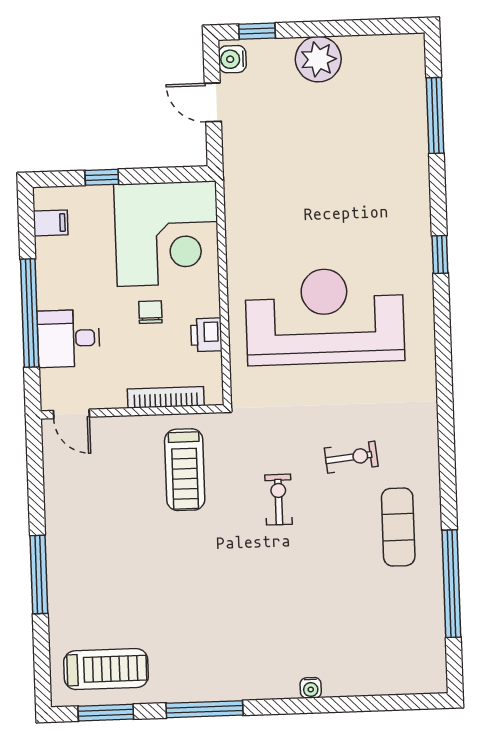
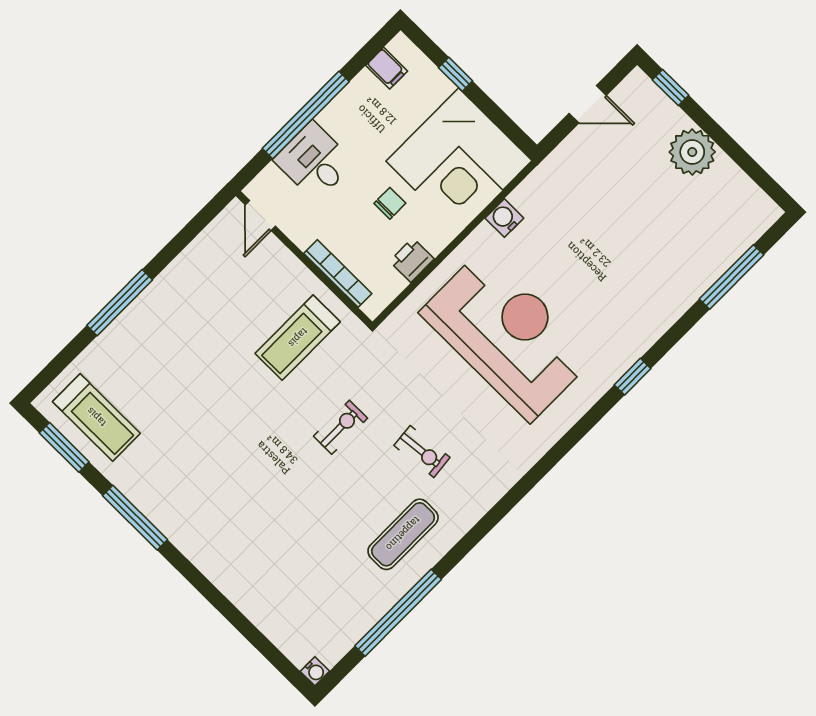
water cooler: (232, 59) -> (504, 218), moved
door: (213, 102) -> (588, 104), swing flipped
water cooler: (311, 688) -> (315, 671), moved, turned -90

